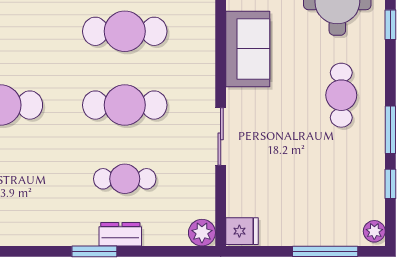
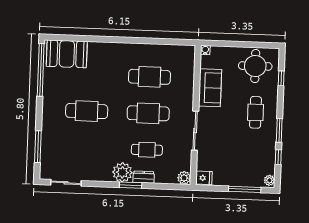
sliding door: (221, 136) -> (195, 131), width x1.37
plant: (77, 226) -> (122, 172), added

